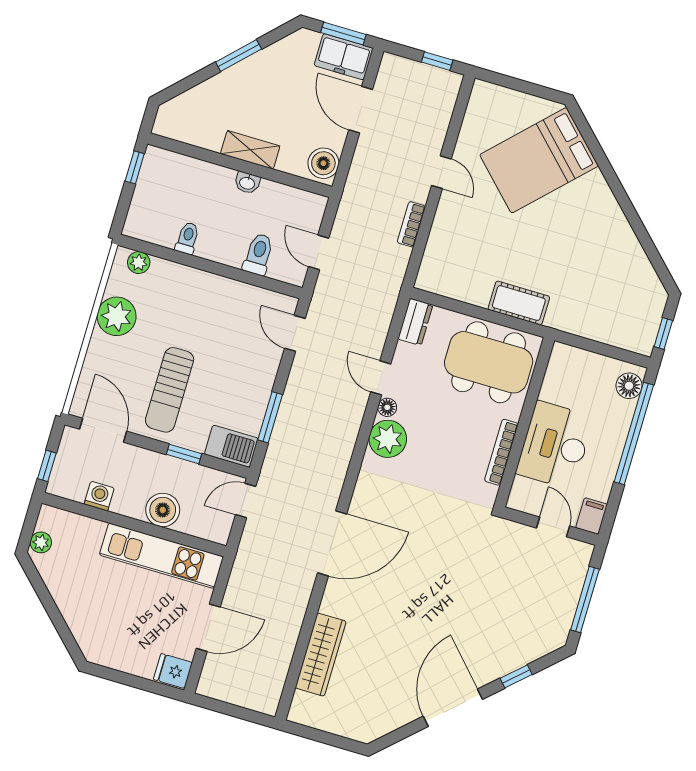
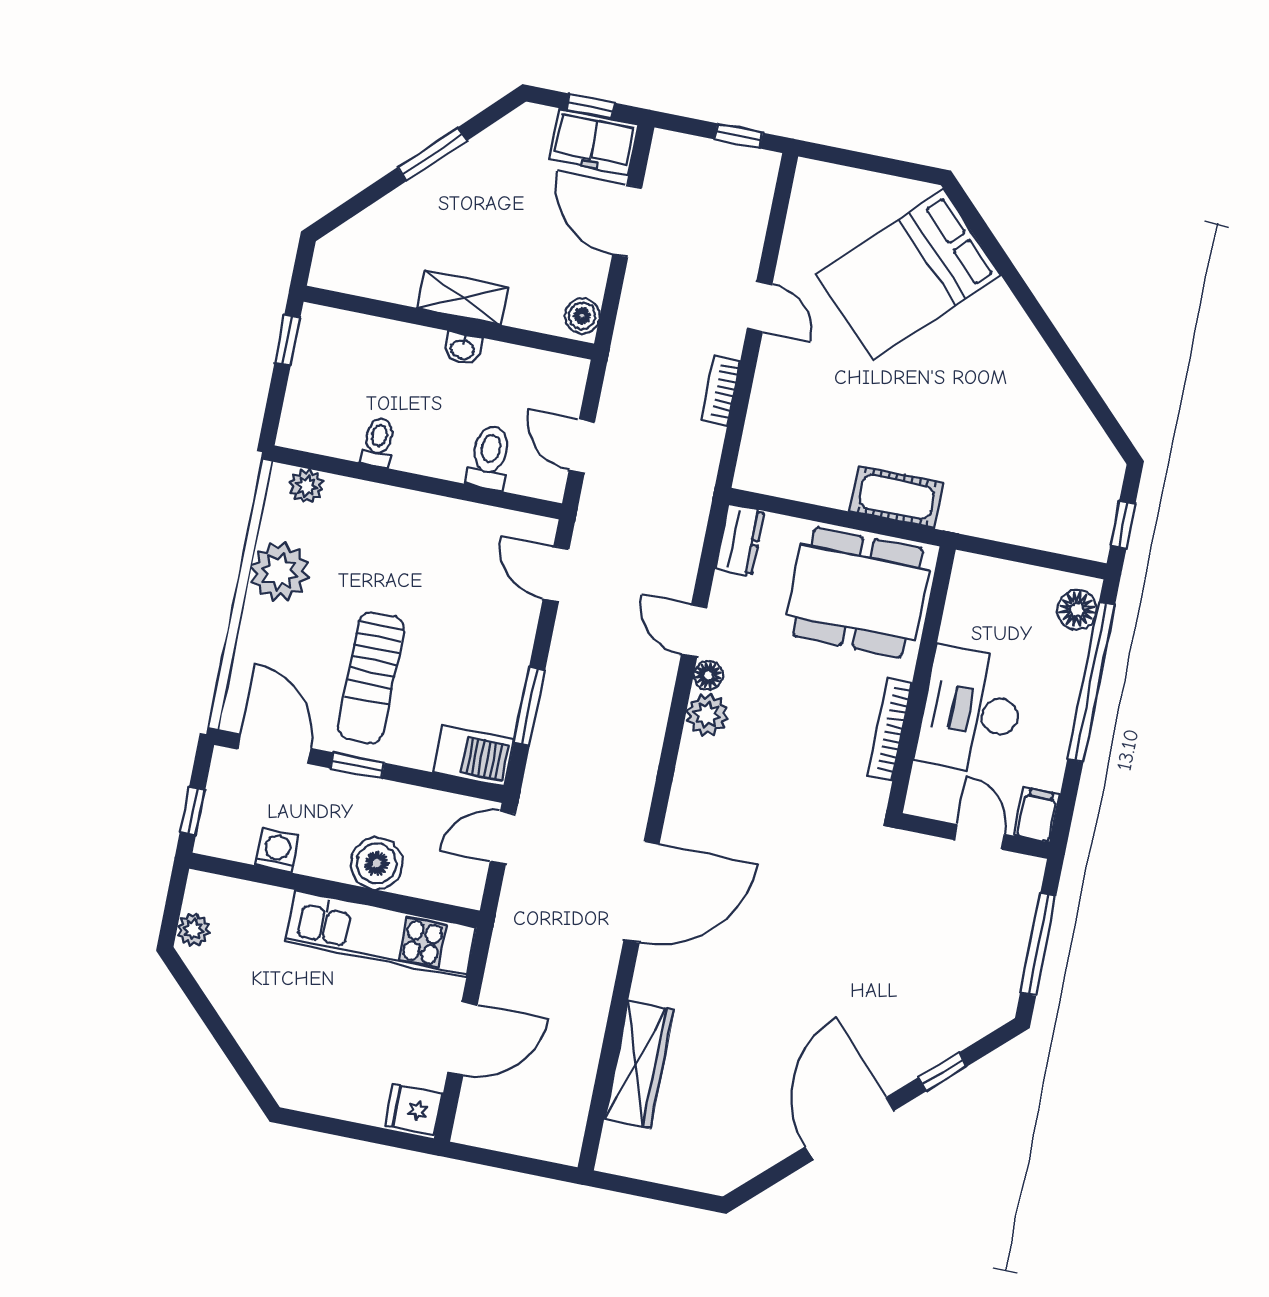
window: (343, 33) -> (590, 106), width x0.67
boiler: (323, 163) -> (582, 316), width x0.73, depth x0.73
plant: (388, 439) -> (707, 715), width x0.73, depth x0.73
window: (184, 454) -> (357, 766), moved

